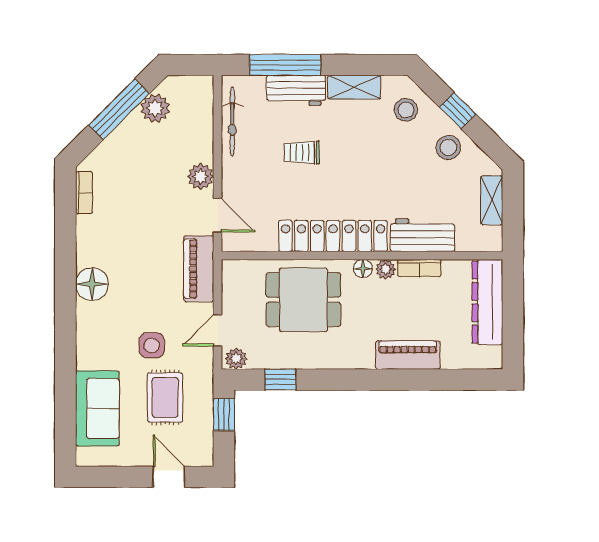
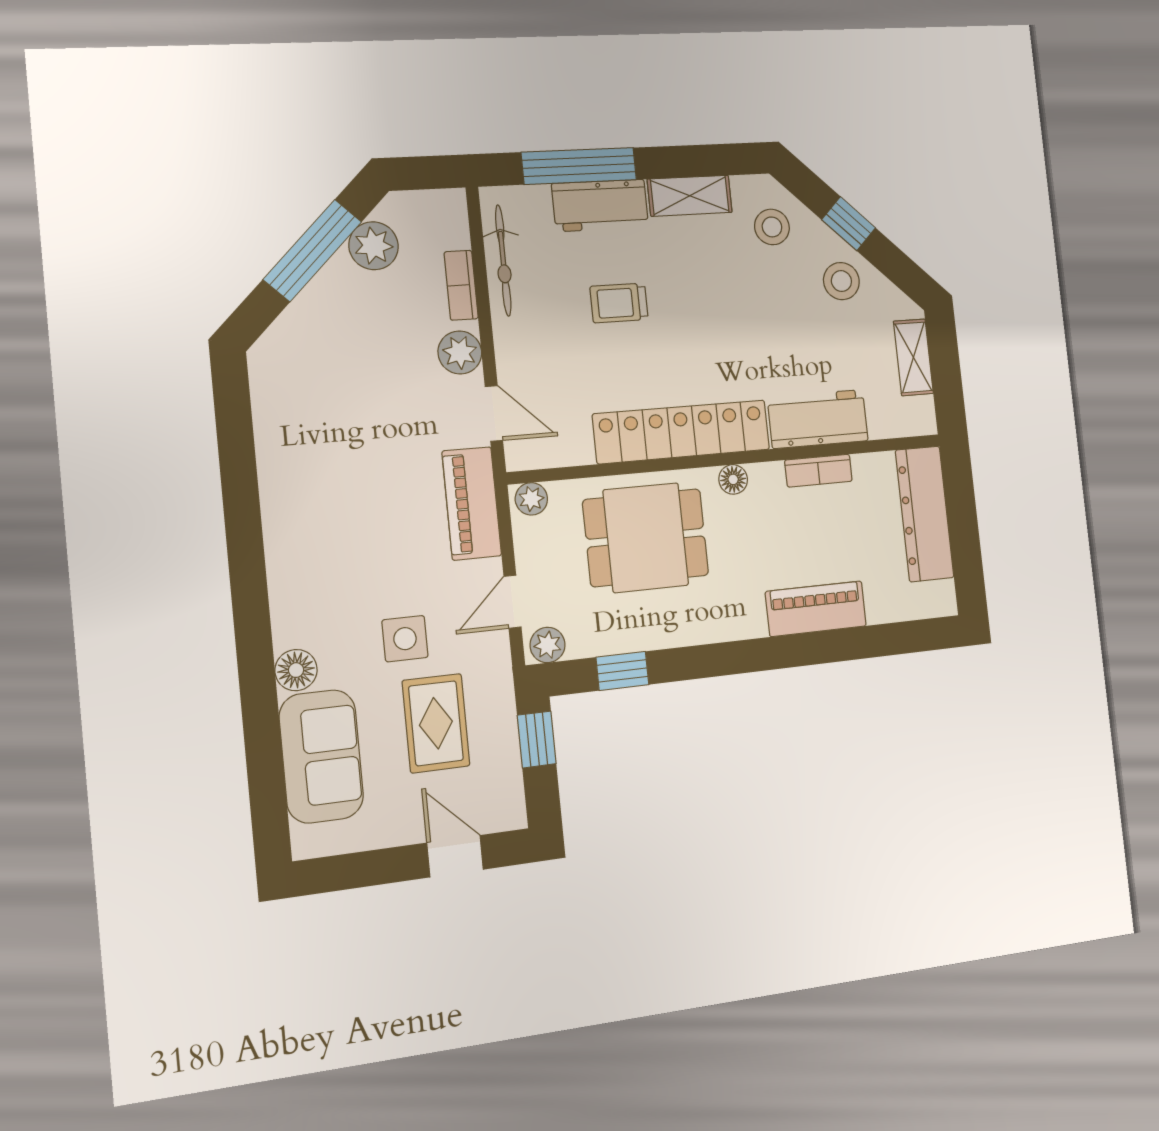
bookcase: (84, 193) -> (461, 285), moved, turned 180
plant: (386, 269) -> (531, 499), moved
floor lamp: (92, 284) -> (296, 670), moved, width x0.73, depth x0.73

